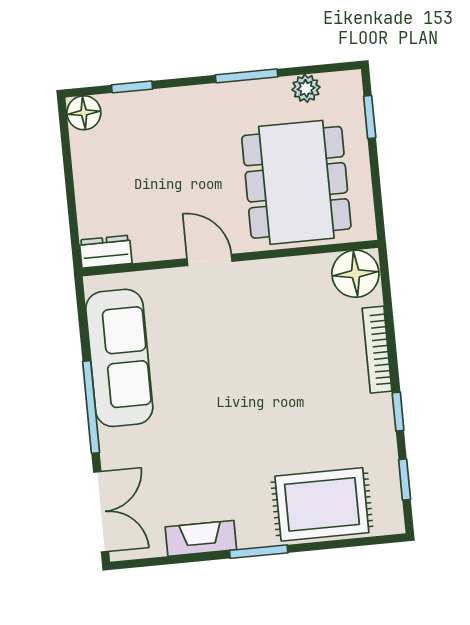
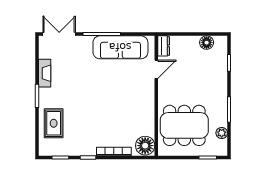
floor lamp: (84, 113) -> (207, 43), moved
door: (209, 260) -> (156, 69), moved
rug: (322, 504) -> (54, 123), width x0.73, depth x0.70
double door: (101, 512) -> (59, 34), swing flipped

